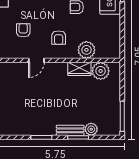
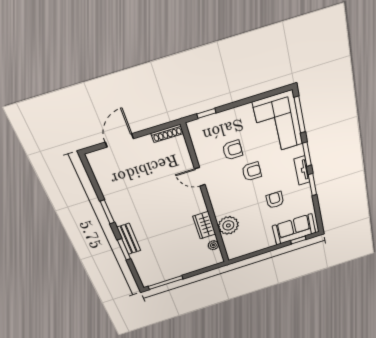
armchair: (59, 38) -> (252, 171), moved, turned 180
plant: (101, 71) -> (213, 245), width x0.53, depth x0.53
plant: (91, 129) -> (139, 259), removed

